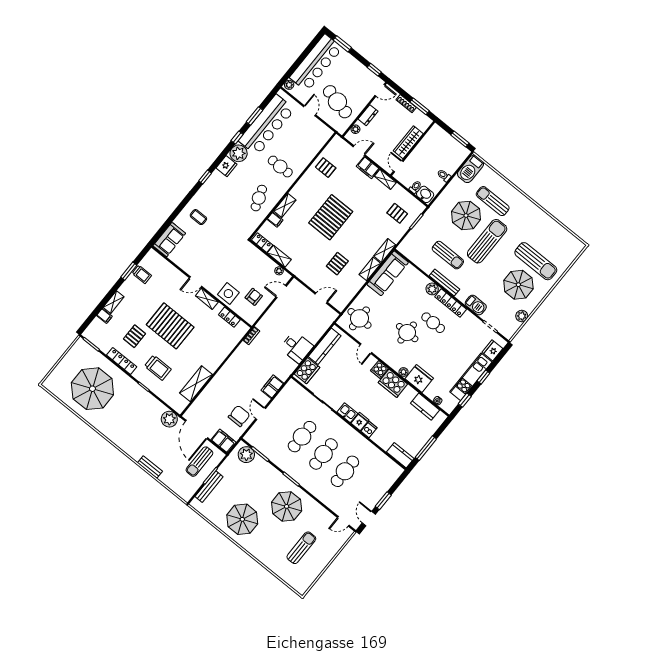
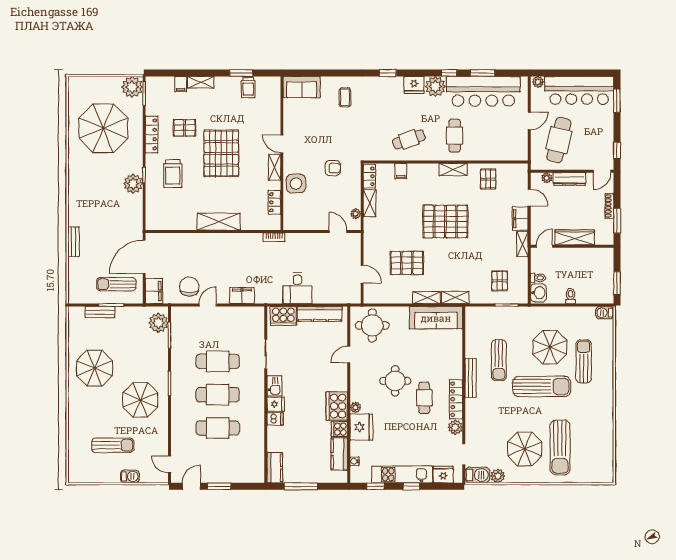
door: (380, 90) -> (602, 171), hinge flipped
dresser: (368, 115) -> (569, 179), width x1.44
barbecue: (470, 169) -> (605, 313), width x0.53, depth x0.65
shelving: (285, 205) -> (453, 170), moved
pallet: (337, 264) -> (407, 263), width x1.50, depth x1.42
plant: (432, 289) -> (455, 427), moved
armchair: (254, 297) -> (333, 168), moved
barbecue: (476, 305) -> (477, 475), moved, turned -90
plant: (81, 349) -> (132, 87), added
cooker: (379, 370) -> (339, 429), moved
shelving: (196, 384) -> (219, 222), moved
chair: (239, 416) -> (189, 287), turned -90
plant: (169, 419) -> (133, 184), moved
bench: (209, 487) -> (100, 312), width x0.73
barbecue: (330, 553) -> (130, 476), added

